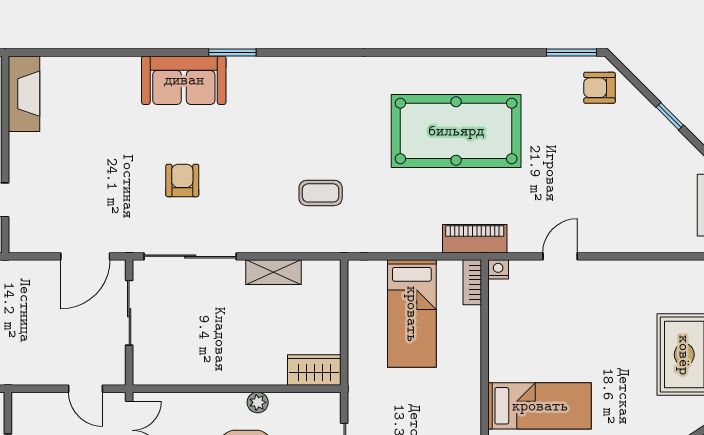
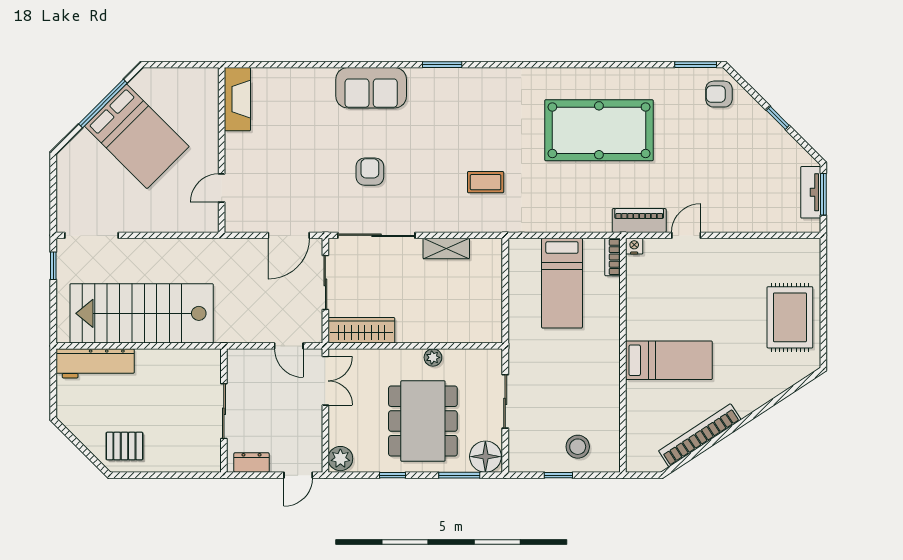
window: (232, 53) -> (442, 65), moved
piano: (475, 239) -> (639, 220), moved
wardrobe: (314, 370) -> (361, 330), moved, width x1.50

